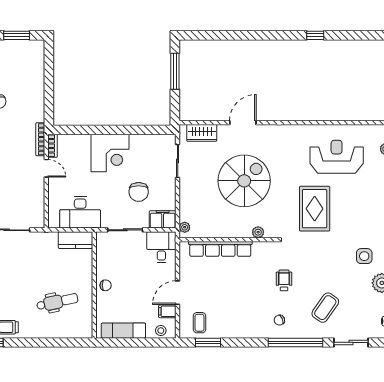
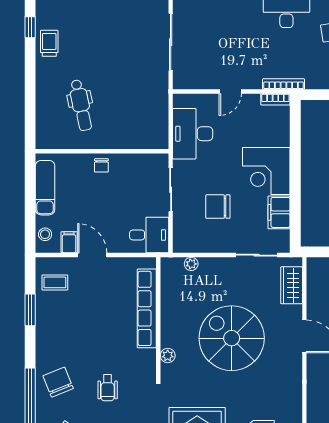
door: (46, 168) -> (230, 91), moved
spiral stairs: (244, 181) -> (232, 338), turned 180
filing cabinet: (163, 219) -> (279, 212), moved, turned 180
plant: (185, 227) -> (191, 264), moved
kitchen counter: (75, 240) -> (158, 128), removed
wheelchair: (284, 280) -> (108, 388), turned 90
chair: (279, 320) -> (58, 382), width x1.87, depth x1.87
window: (208, 342) -> (30, 310), moved

